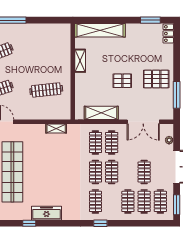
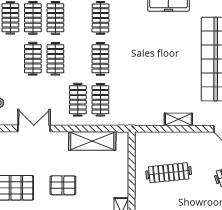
double door: (143, 122) -> (34, 128), width x0.73
shelving: (56, 128) -> (178, 119), moved
clothes rail: (112, 172) -> (55, 59), moved

